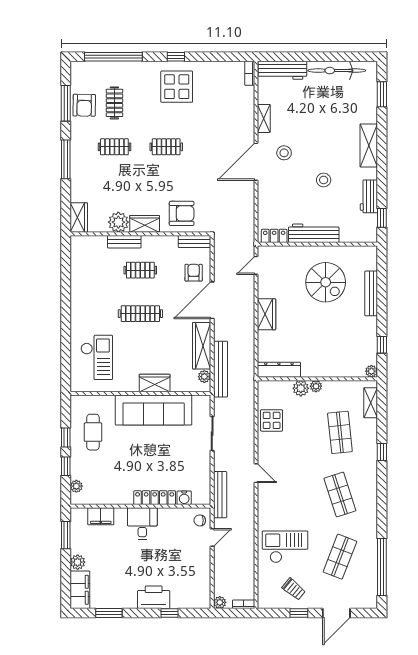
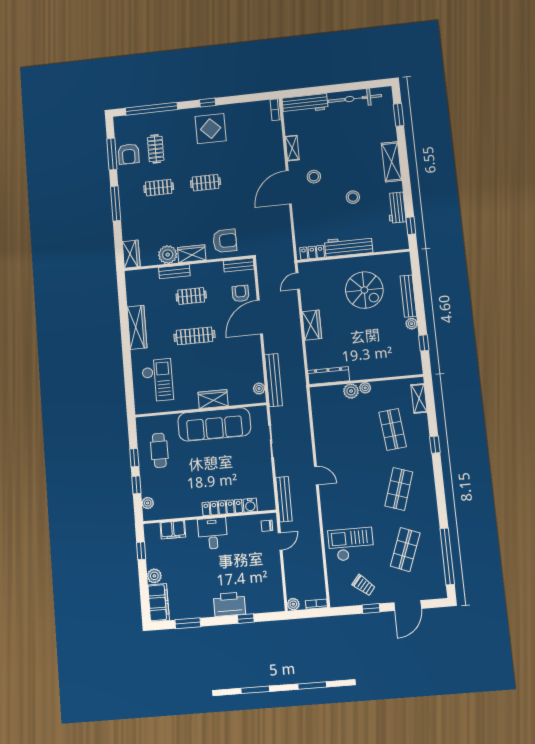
wardrobe: (202, 346) -> (137, 327), moved, turned 180
plant: (371, 371) -> (412, 324), moved
display table: (272, 420) -> (326, 424), removed
shop shelf: (340, 494) -> (399, 489), turned 36
window: (66, 535) -> (141, 551), width x0.67

